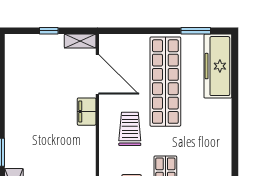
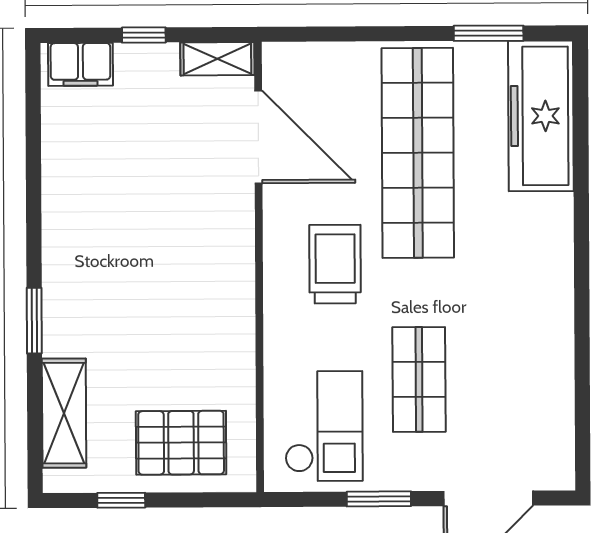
filing cabinet: (87, 112) -> (80, 64), moved, turned -90

